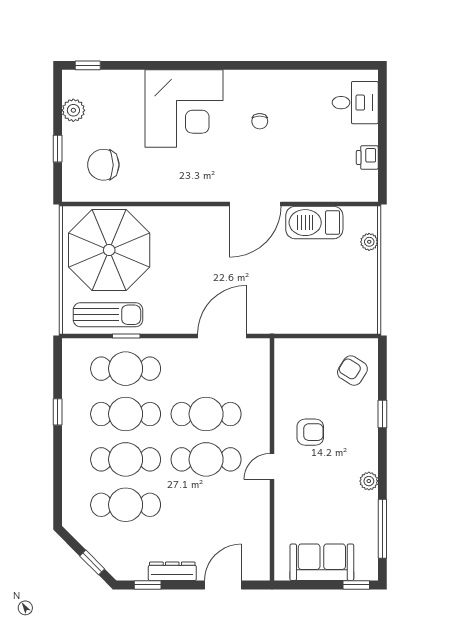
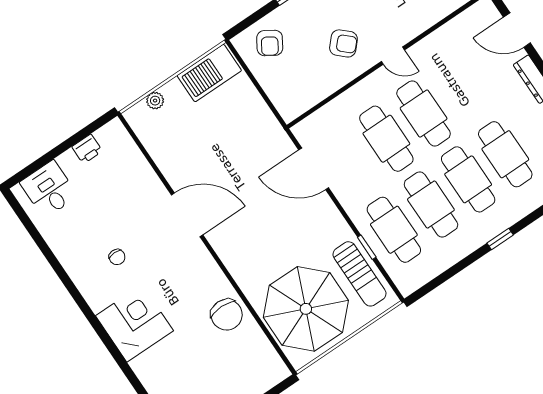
corner desk: (184, 108) -> (134, 323), width x0.74, depth x0.74
chair: (260, 121) -> (117, 257), turned 90
chair: (103, 165) -> (227, 315), moved
barbecue: (314, 223) -> (209, 73), moved, turned 90
sun lounger: (108, 315) -> (360, 274), turned 180
window: (58, 412) -> (500, 239), moved
armchair: (310, 432) -> (343, 43), turned 133

